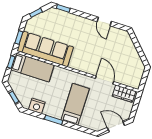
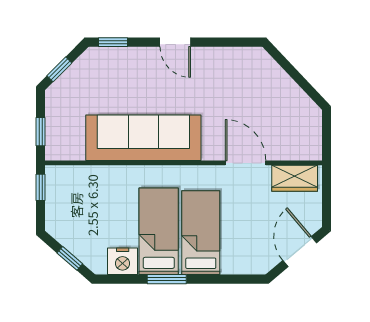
door: (104, 22) -> (175, 42), moved
sofa: (45, 49) -> (143, 138), moved
bed: (32, 67) -> (159, 231), moved, turned -90
door: (116, 126) -> (300, 252), hinge flipped

